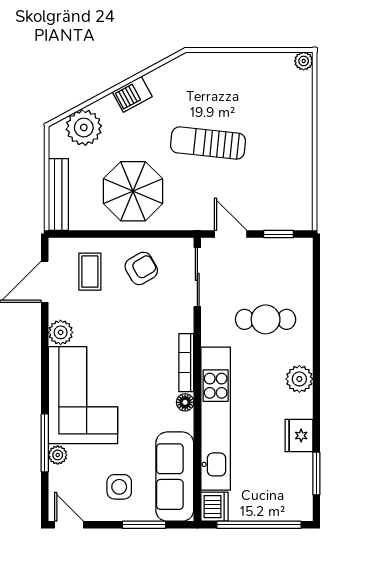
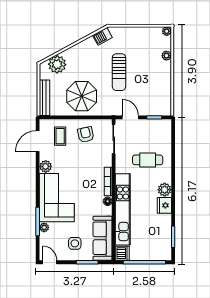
barbecue: (132, 94) -> (102, 36), moved
plant: (303, 110) -> (166, 56), added
sun lounger: (208, 143) -> (119, 72), turned -96
armchair: (141, 268) -> (86, 135), turned -72
fridge: (299, 436) -> (164, 205), moved

